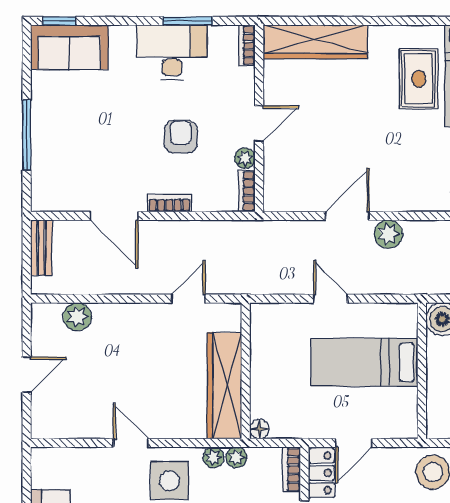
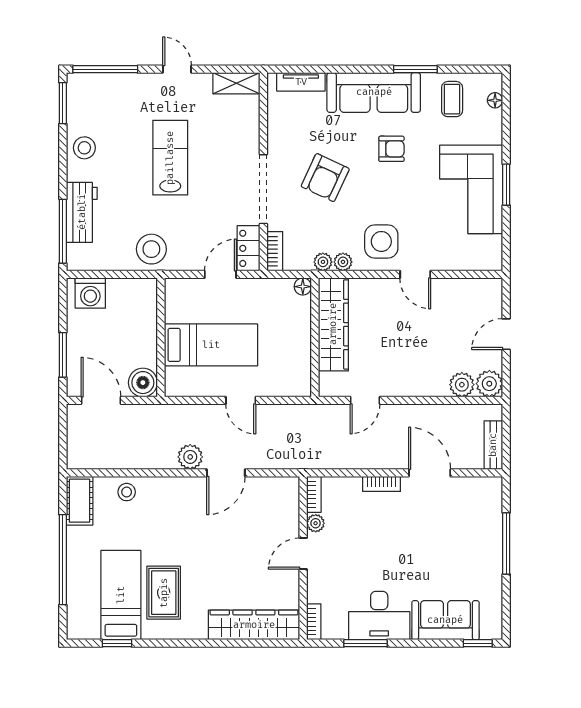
sofa: (69, 47) -> (445, 620), moved
armchair: (181, 137) -> (371, 542), removed
plant: (46, 318) -> (489, 384), added

